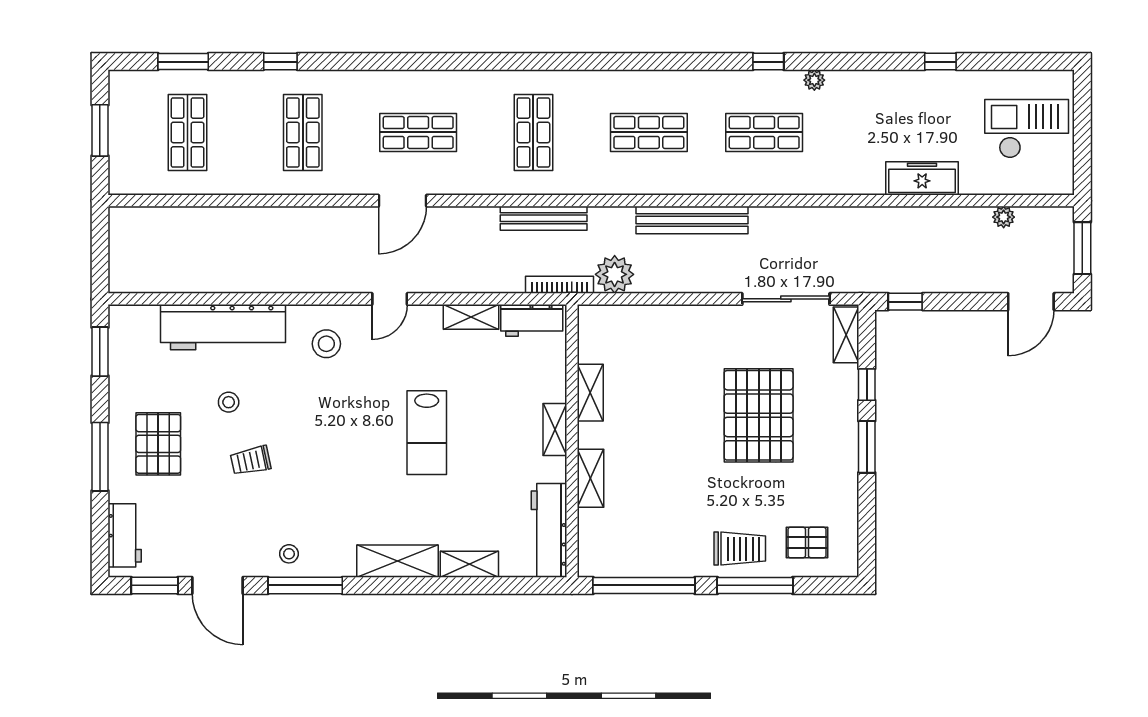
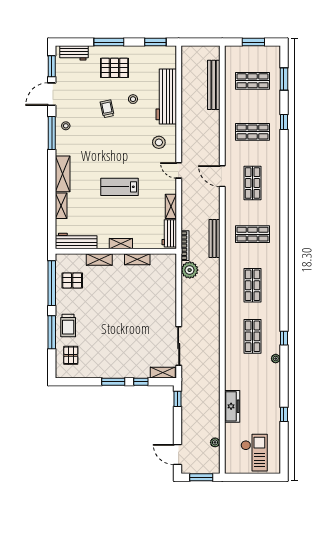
bench: (692, 220) -> (214, 85), moved
pallet: (759, 415) -> (72, 280), moved, width x0.49, depth x0.50

